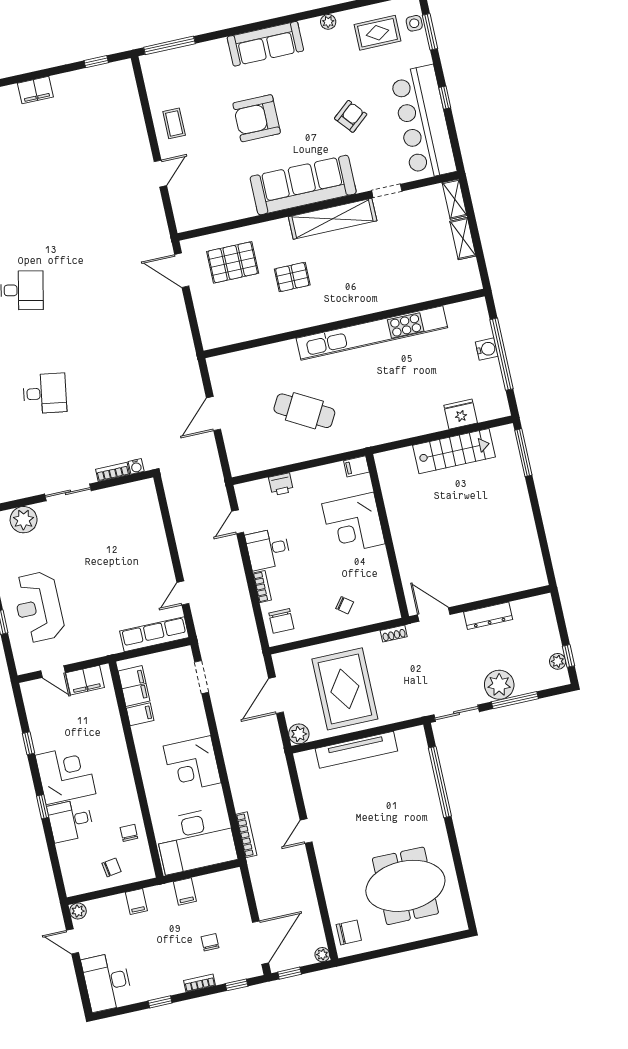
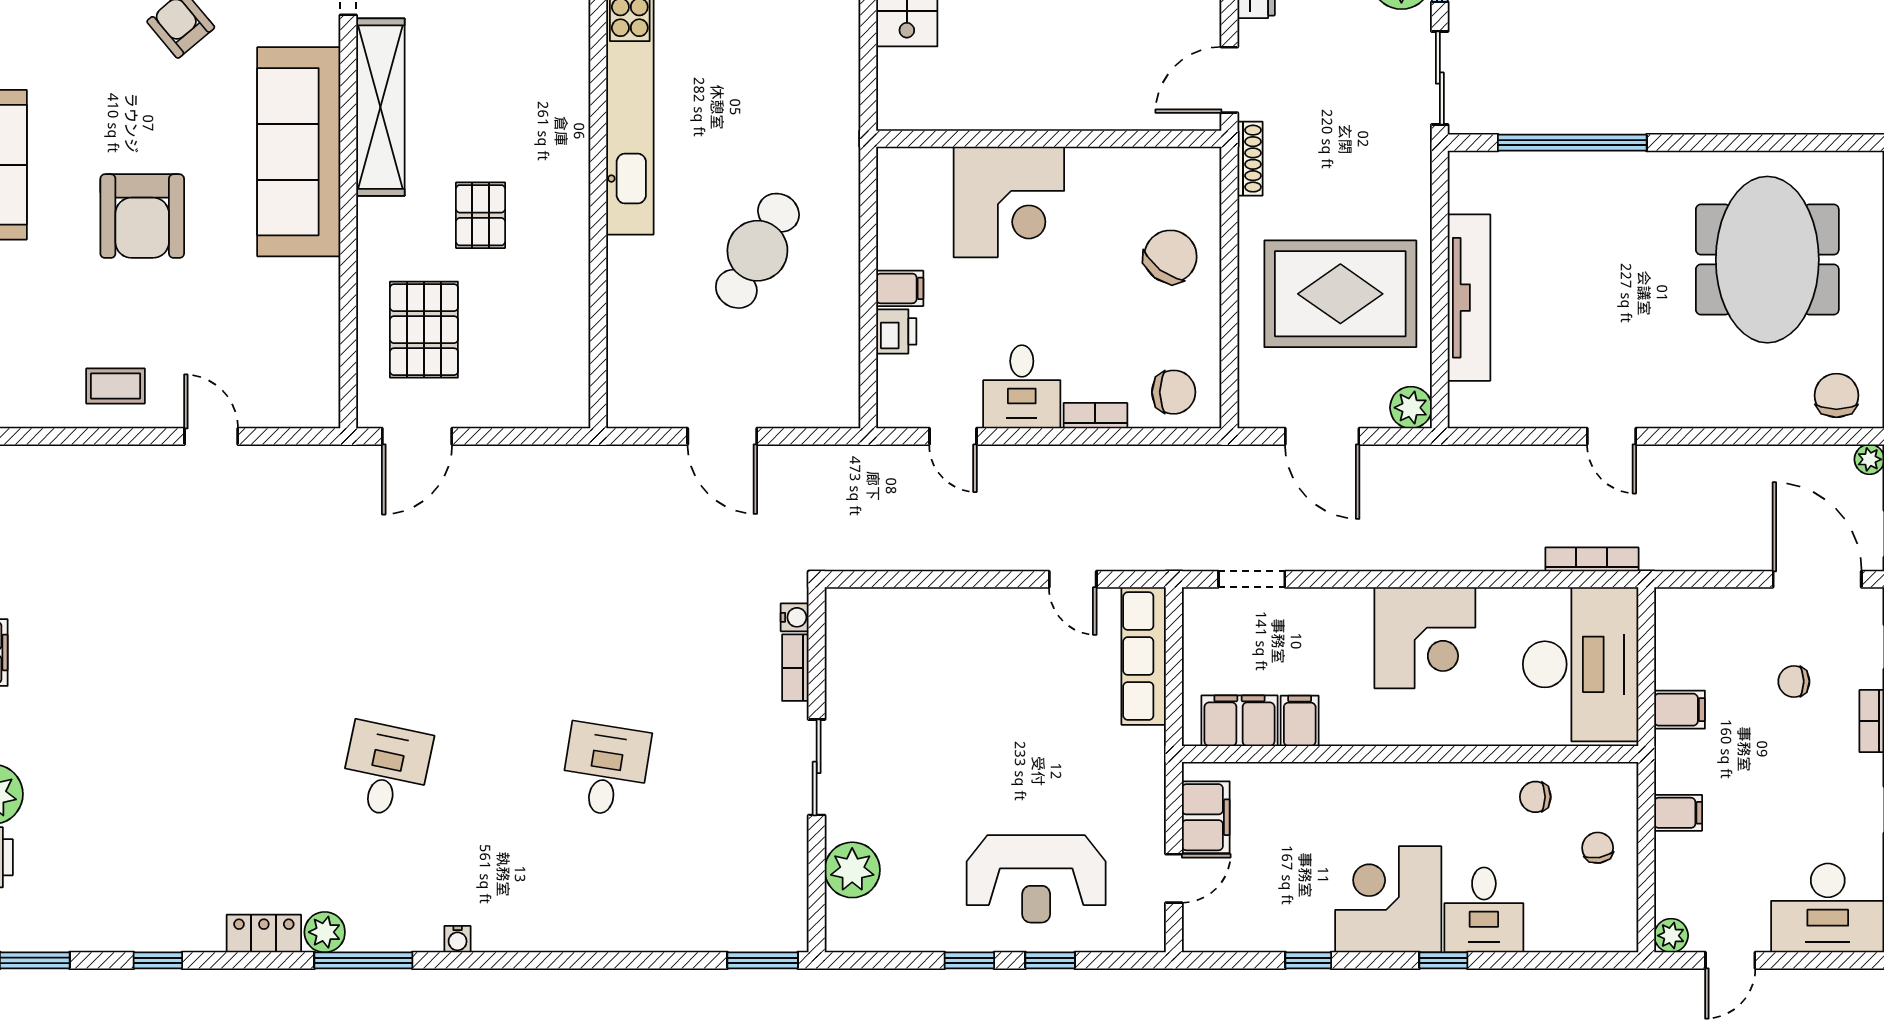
filing cabinet: (356, 466) -> (900, 288), moved, turned -90
chair: (345, 605) -> (1170, 257), width x1.87, depth x1.87
shoe rack: (394, 634) -> (1250, 159), width x1.43

